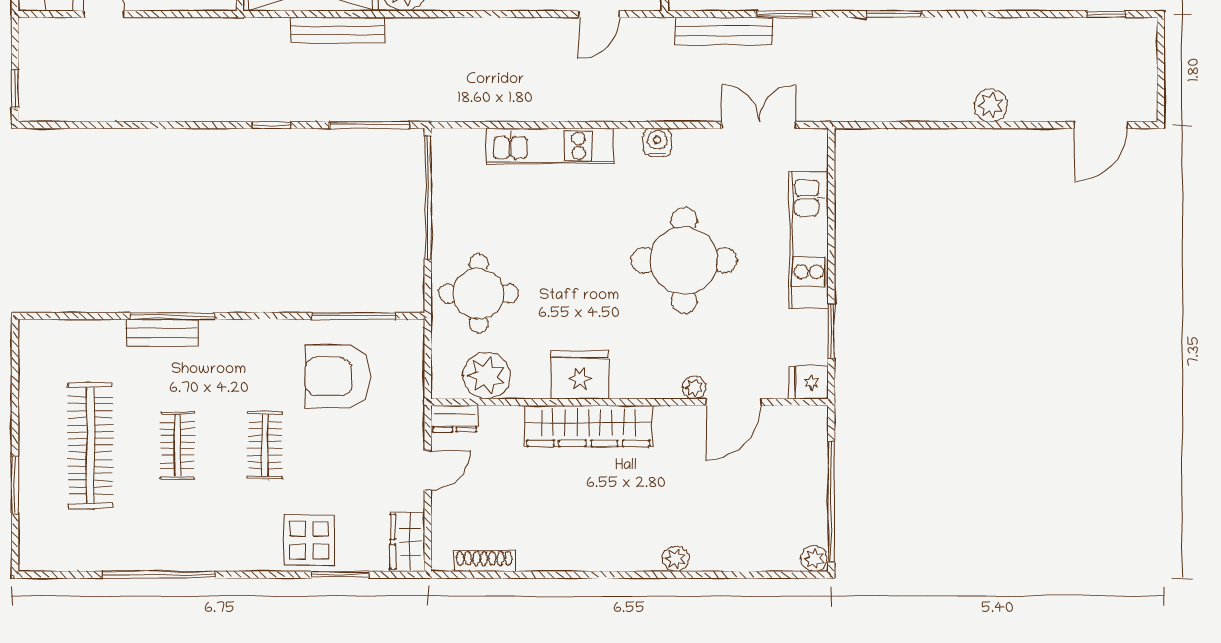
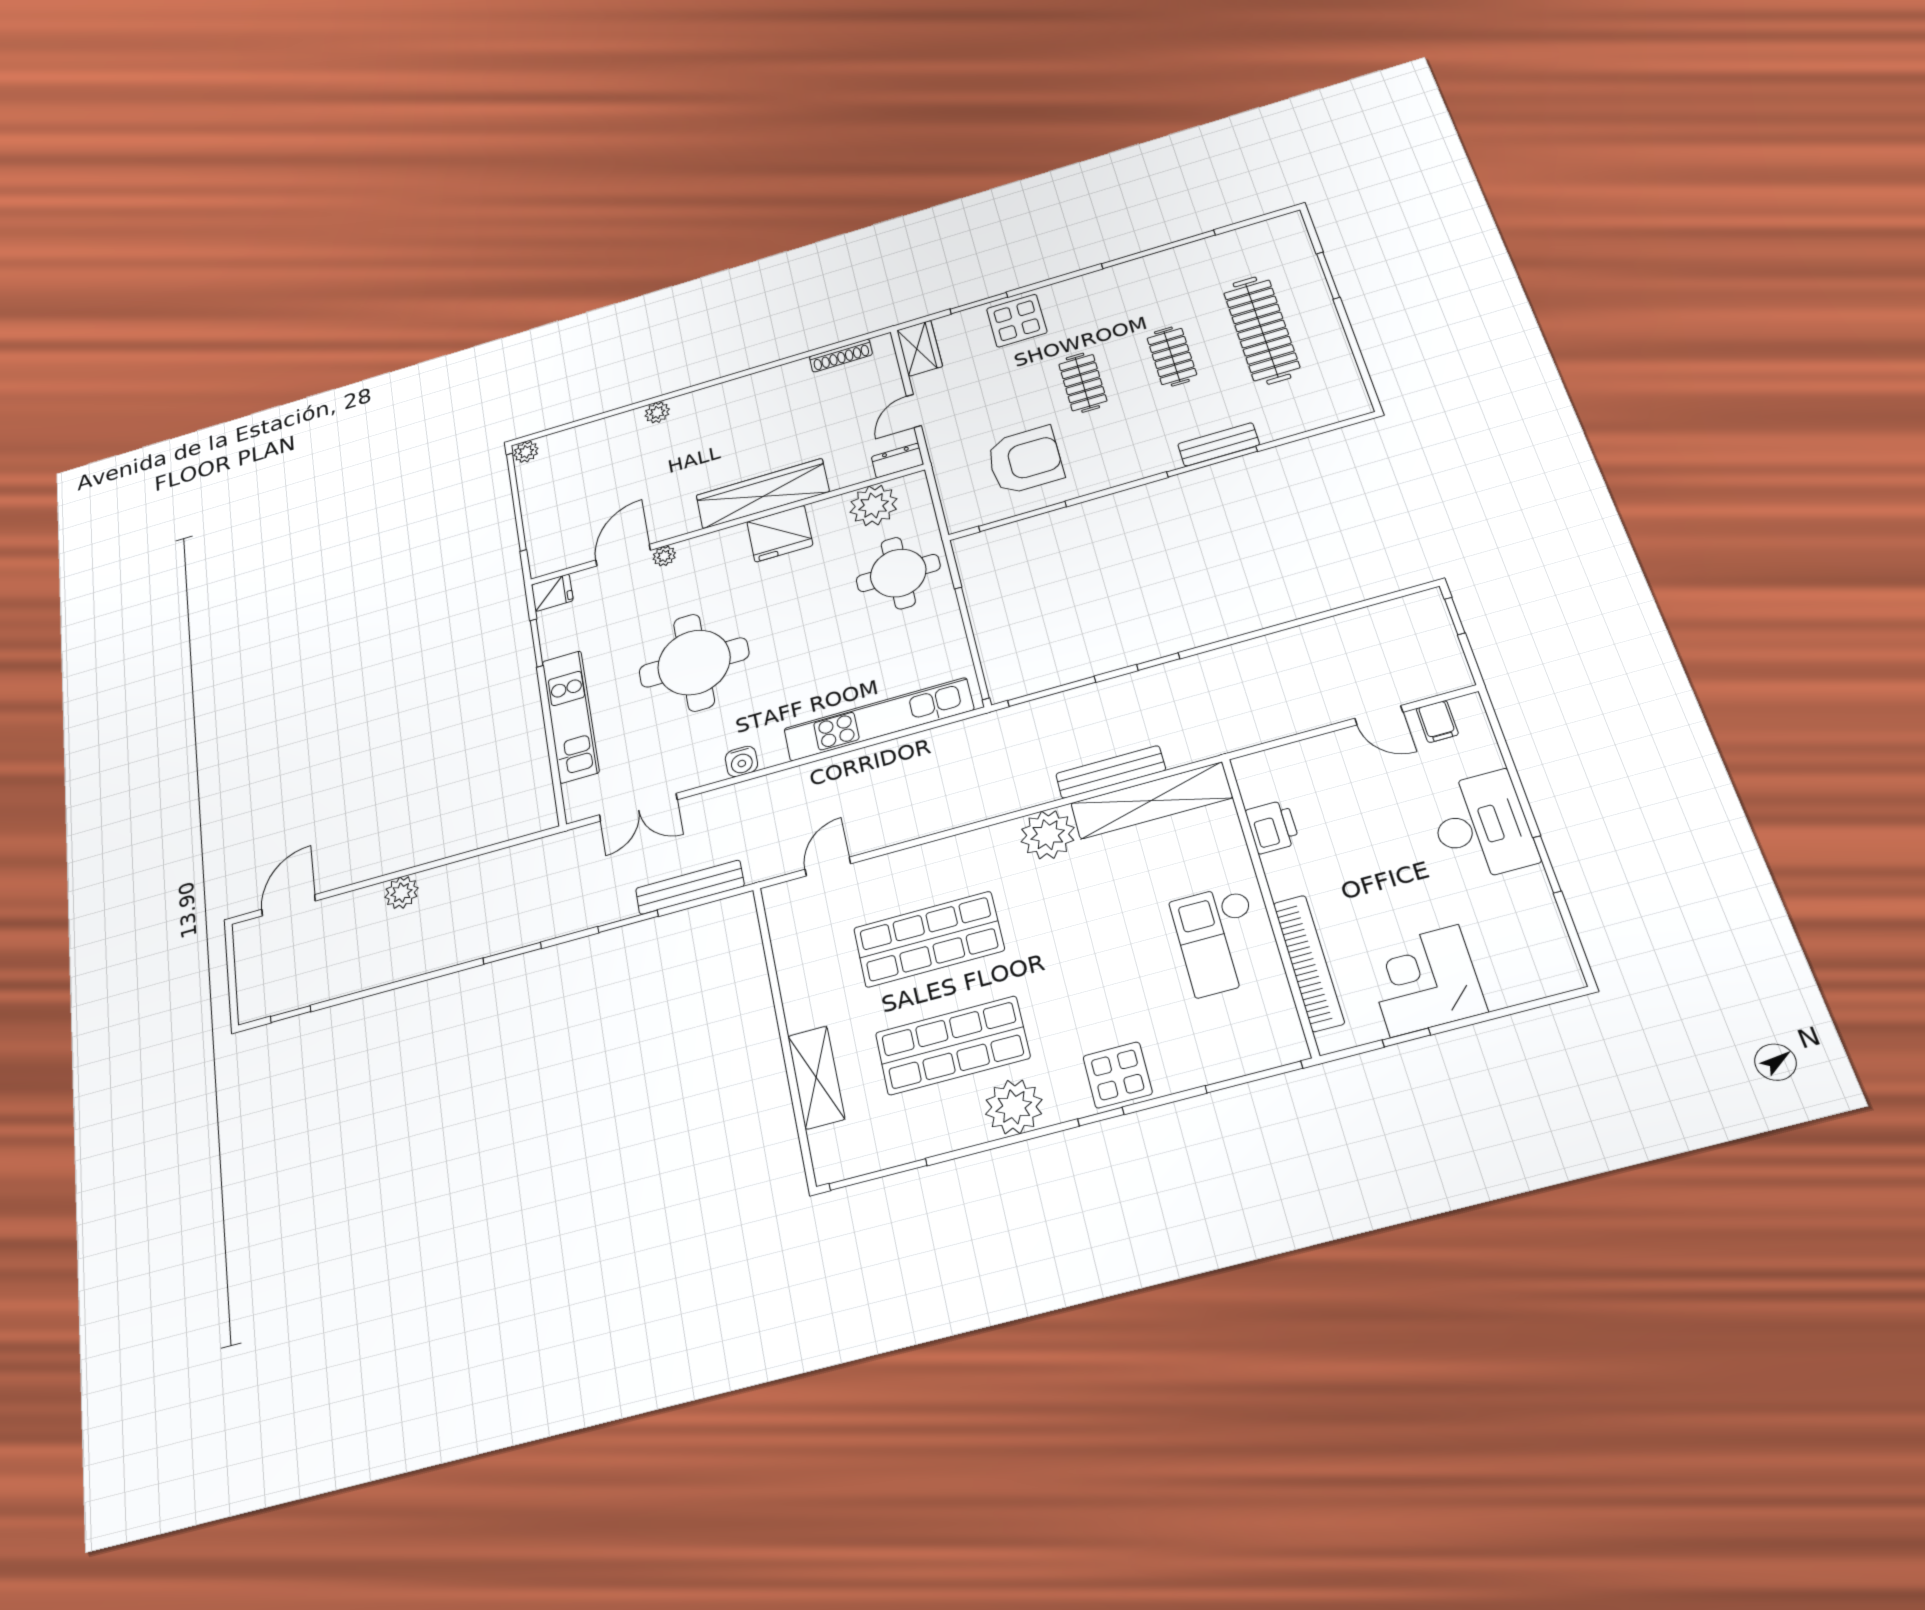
kitchen unit: (550, 146) -> (878, 719), width x1.36

